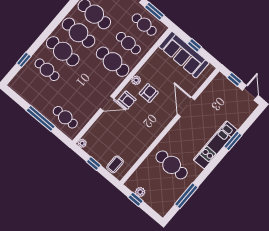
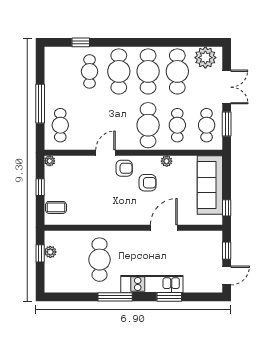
window: (194, 45) -> (227, 208), moved
plant: (136, 80) -> (167, 161), moved
armchair: (127, 100) -> (124, 168), turned -90
door: (107, 104) -> (105, 153), swing flipped
window: (186, 196) -> (115, 297), moved

